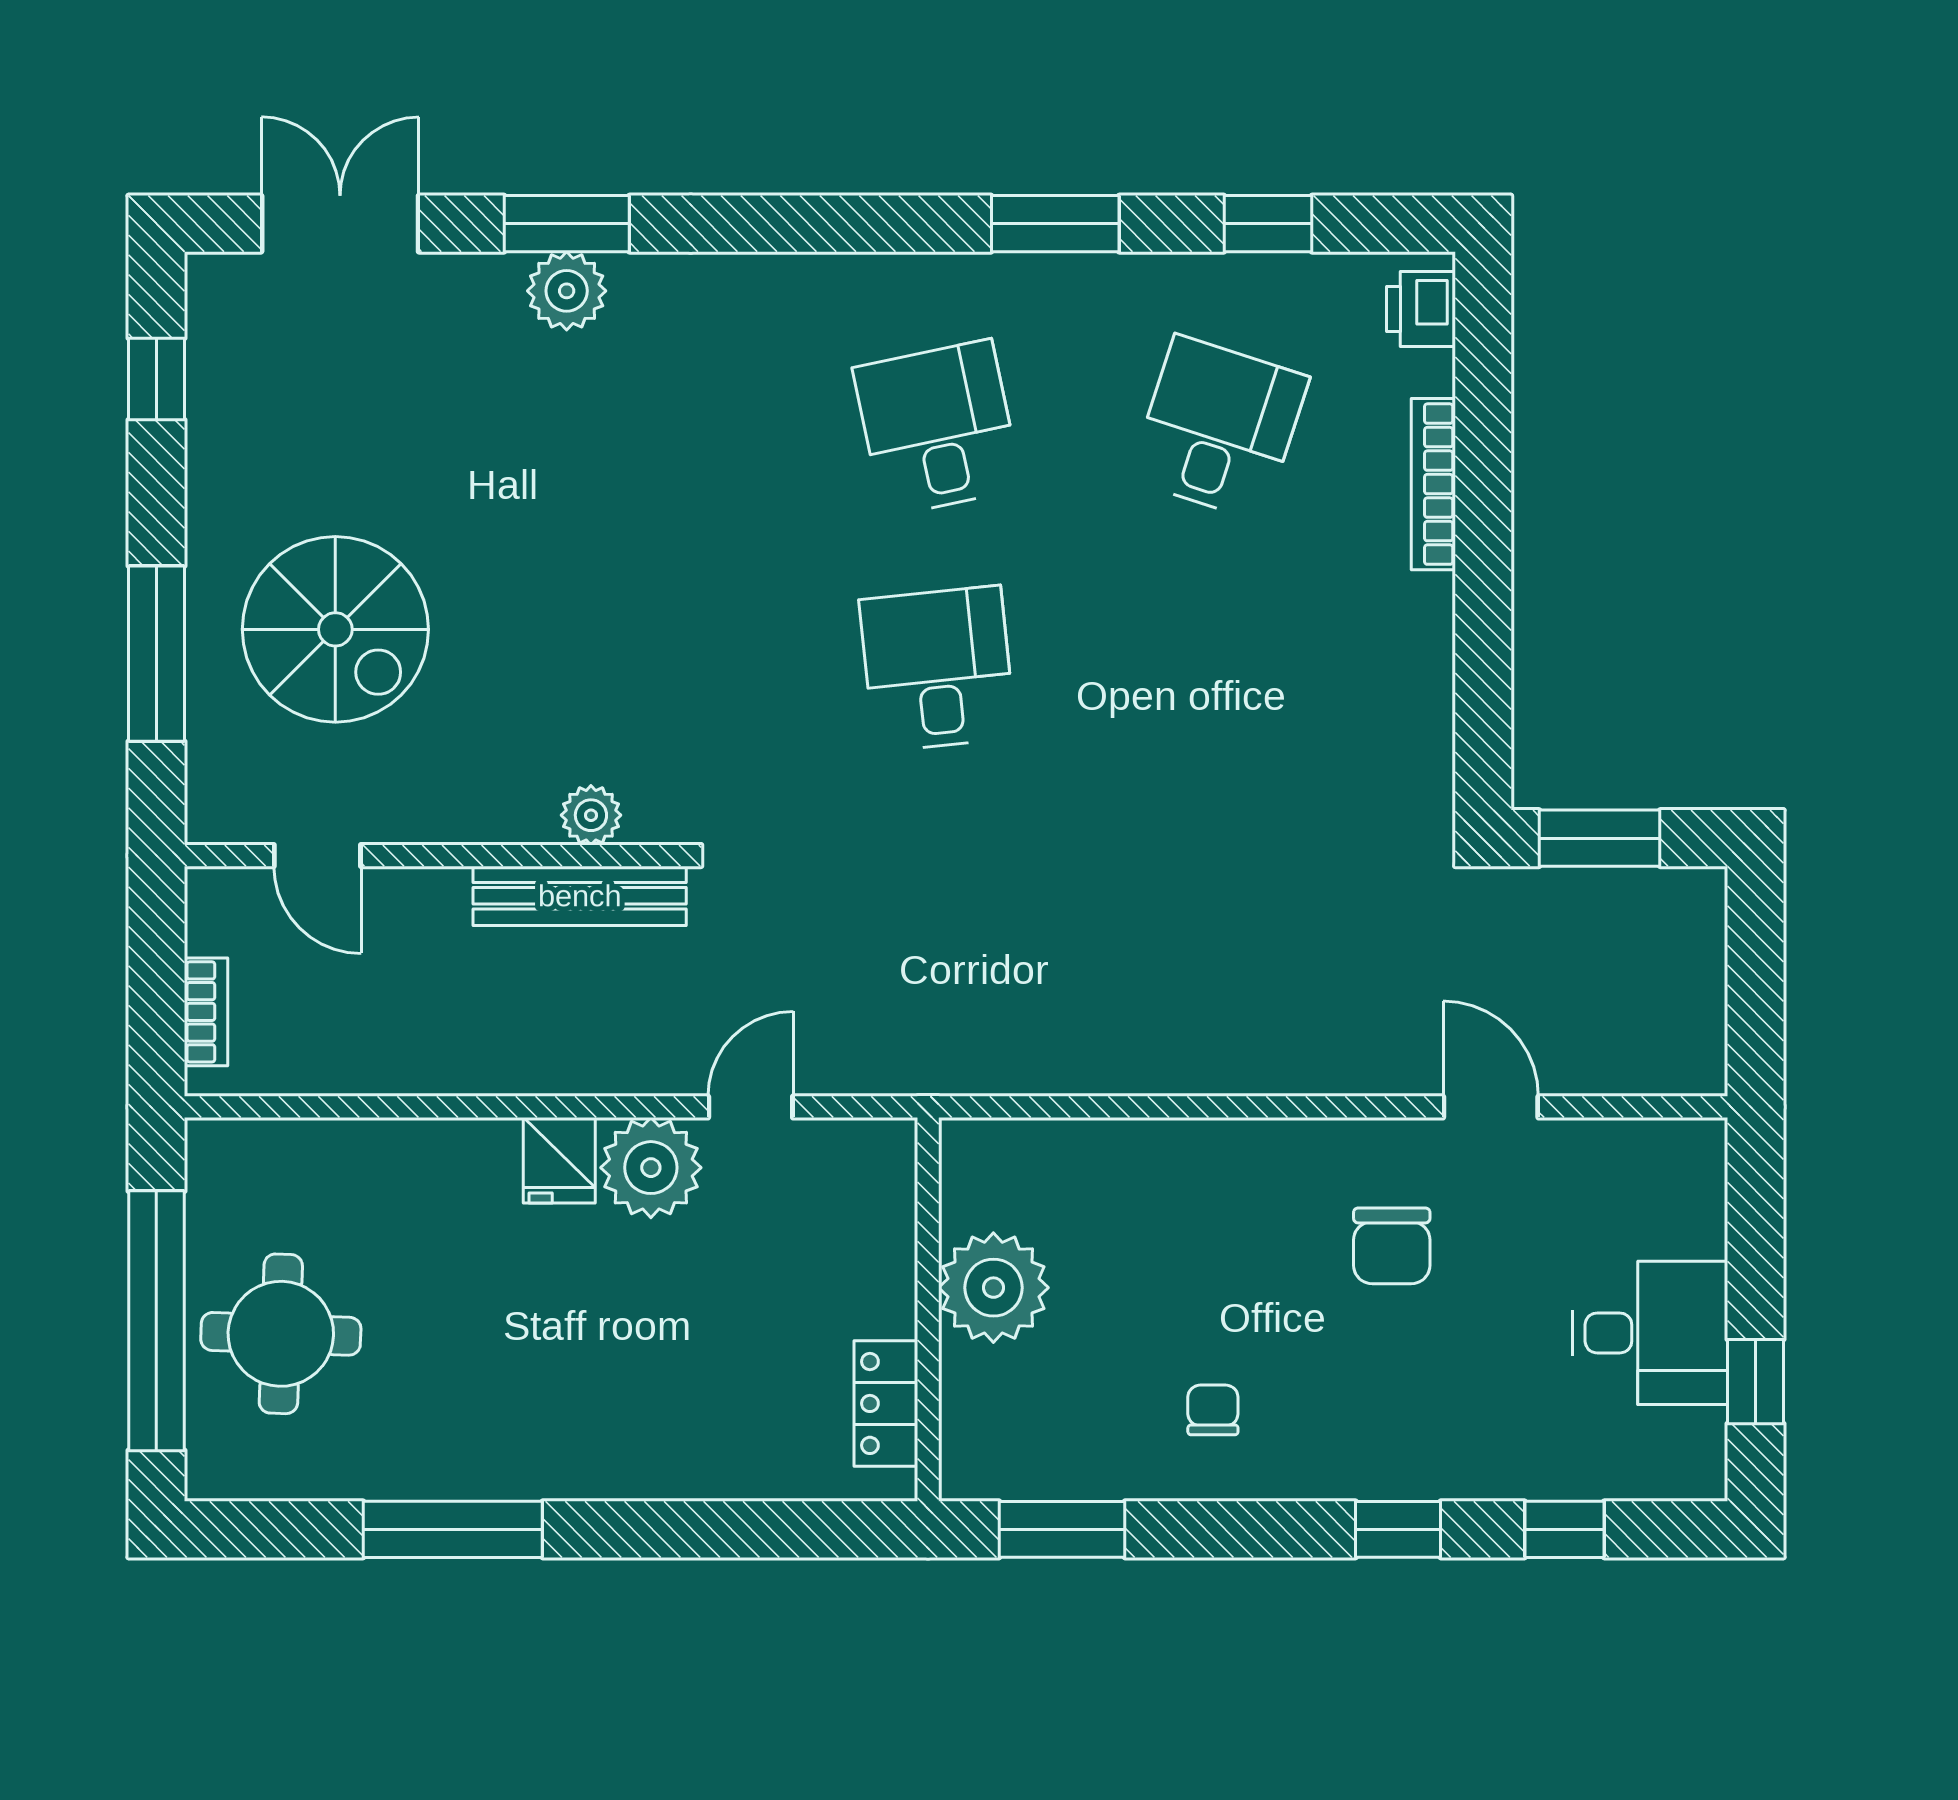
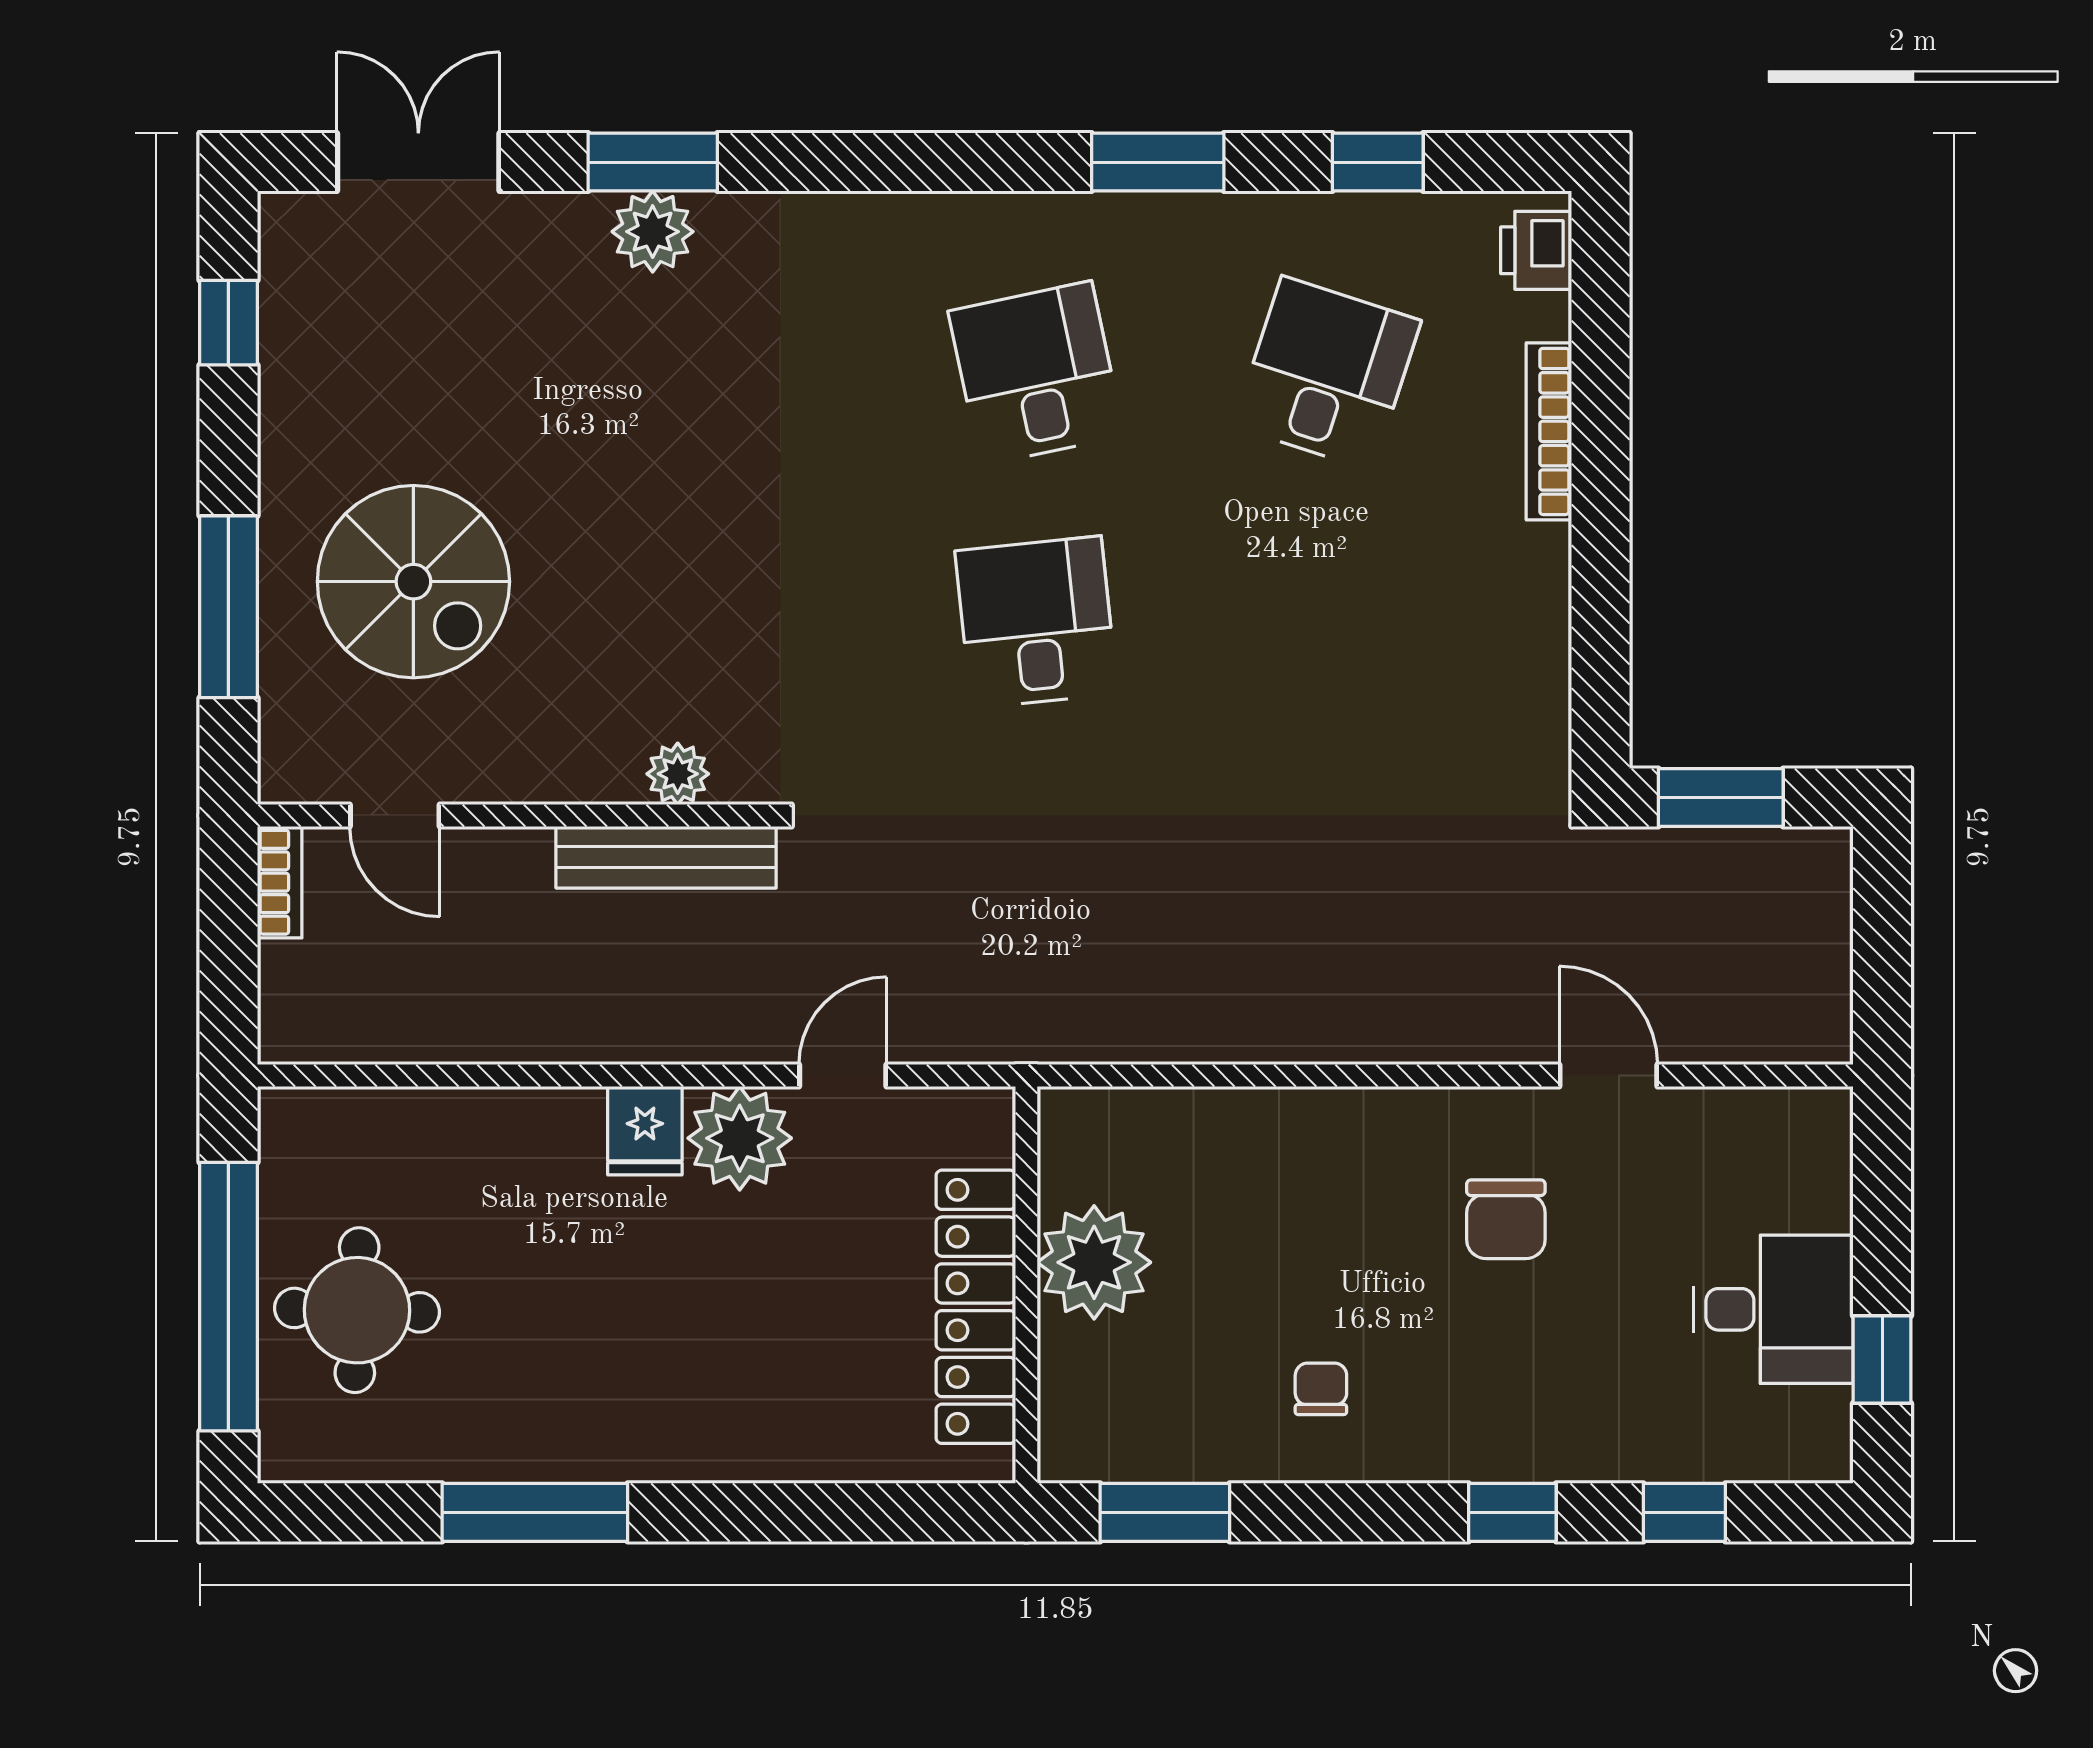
bookcase: (206, 1012) -> (280, 882), moved
locker: (886, 1403) -> (976, 1307), width x2.16, depth x1.21

